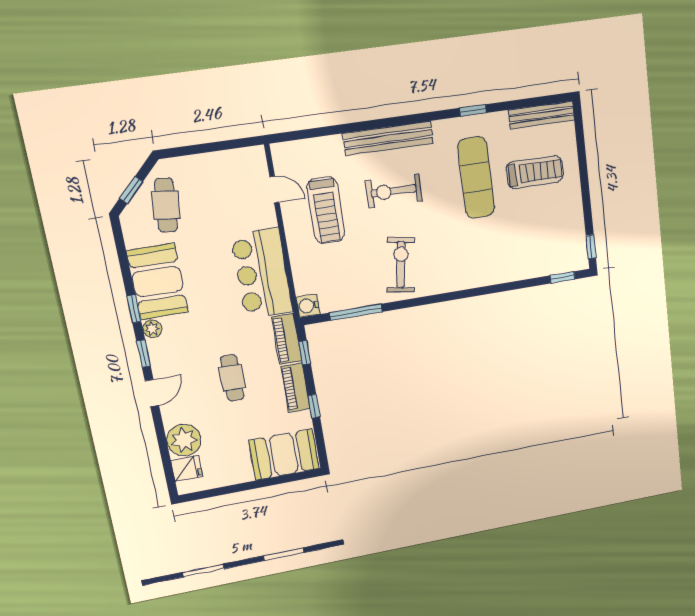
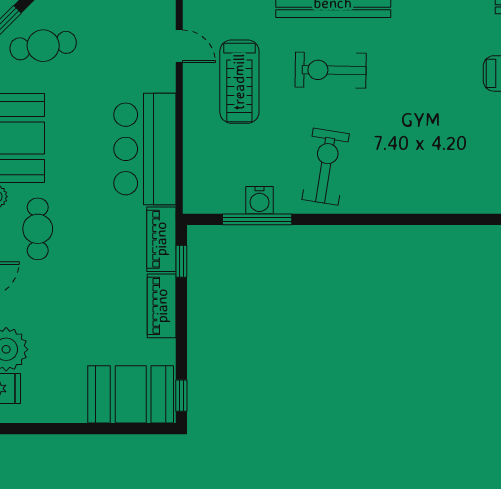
exercise mat: (476, 178) -> (442, 69), removed
cafe table: (166, 205) -> (43, 46), turned 76
water cooler: (308, 306) -> (259, 200), moved, turned -90
cafe table: (232, 378) -> (38, 229), moved
window: (314, 406) -> (181, 396), moved

